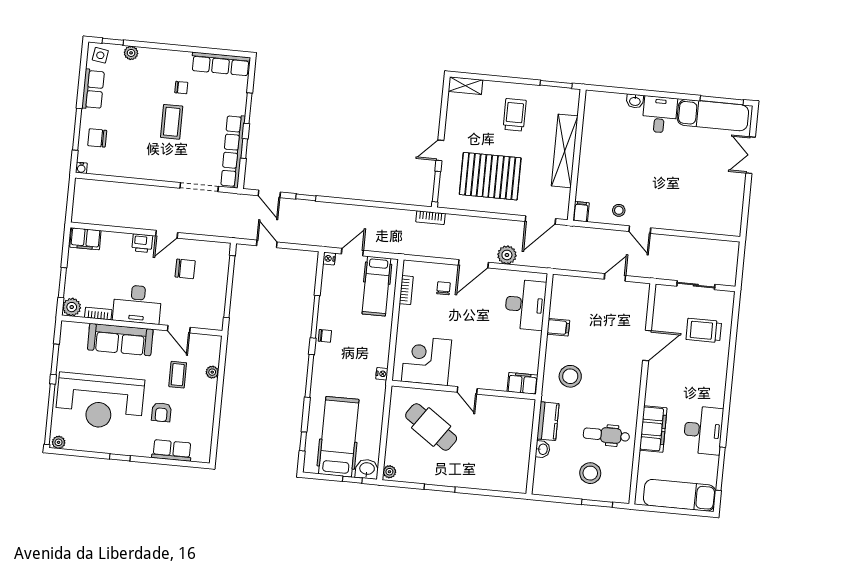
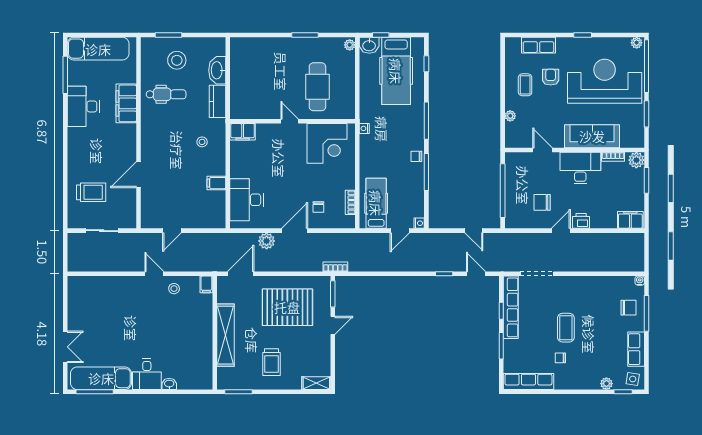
coffee table: (178, 375) -> (525, 85), moved
stool: (570, 376) -> (202, 142), width x0.53, depth x0.53
cafe table: (431, 427) -> (317, 87), turned 55
washbasin: (543, 449) -> (217, 70), width x1.91, depth x1.45

